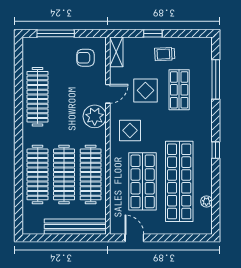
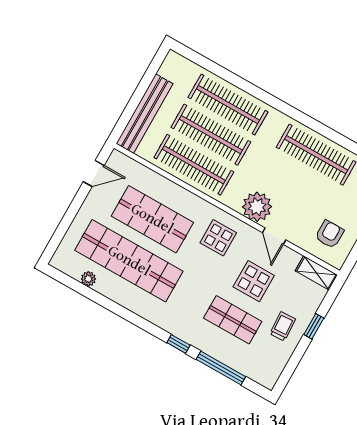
window: (216, 150) -> (178, 344), moved

